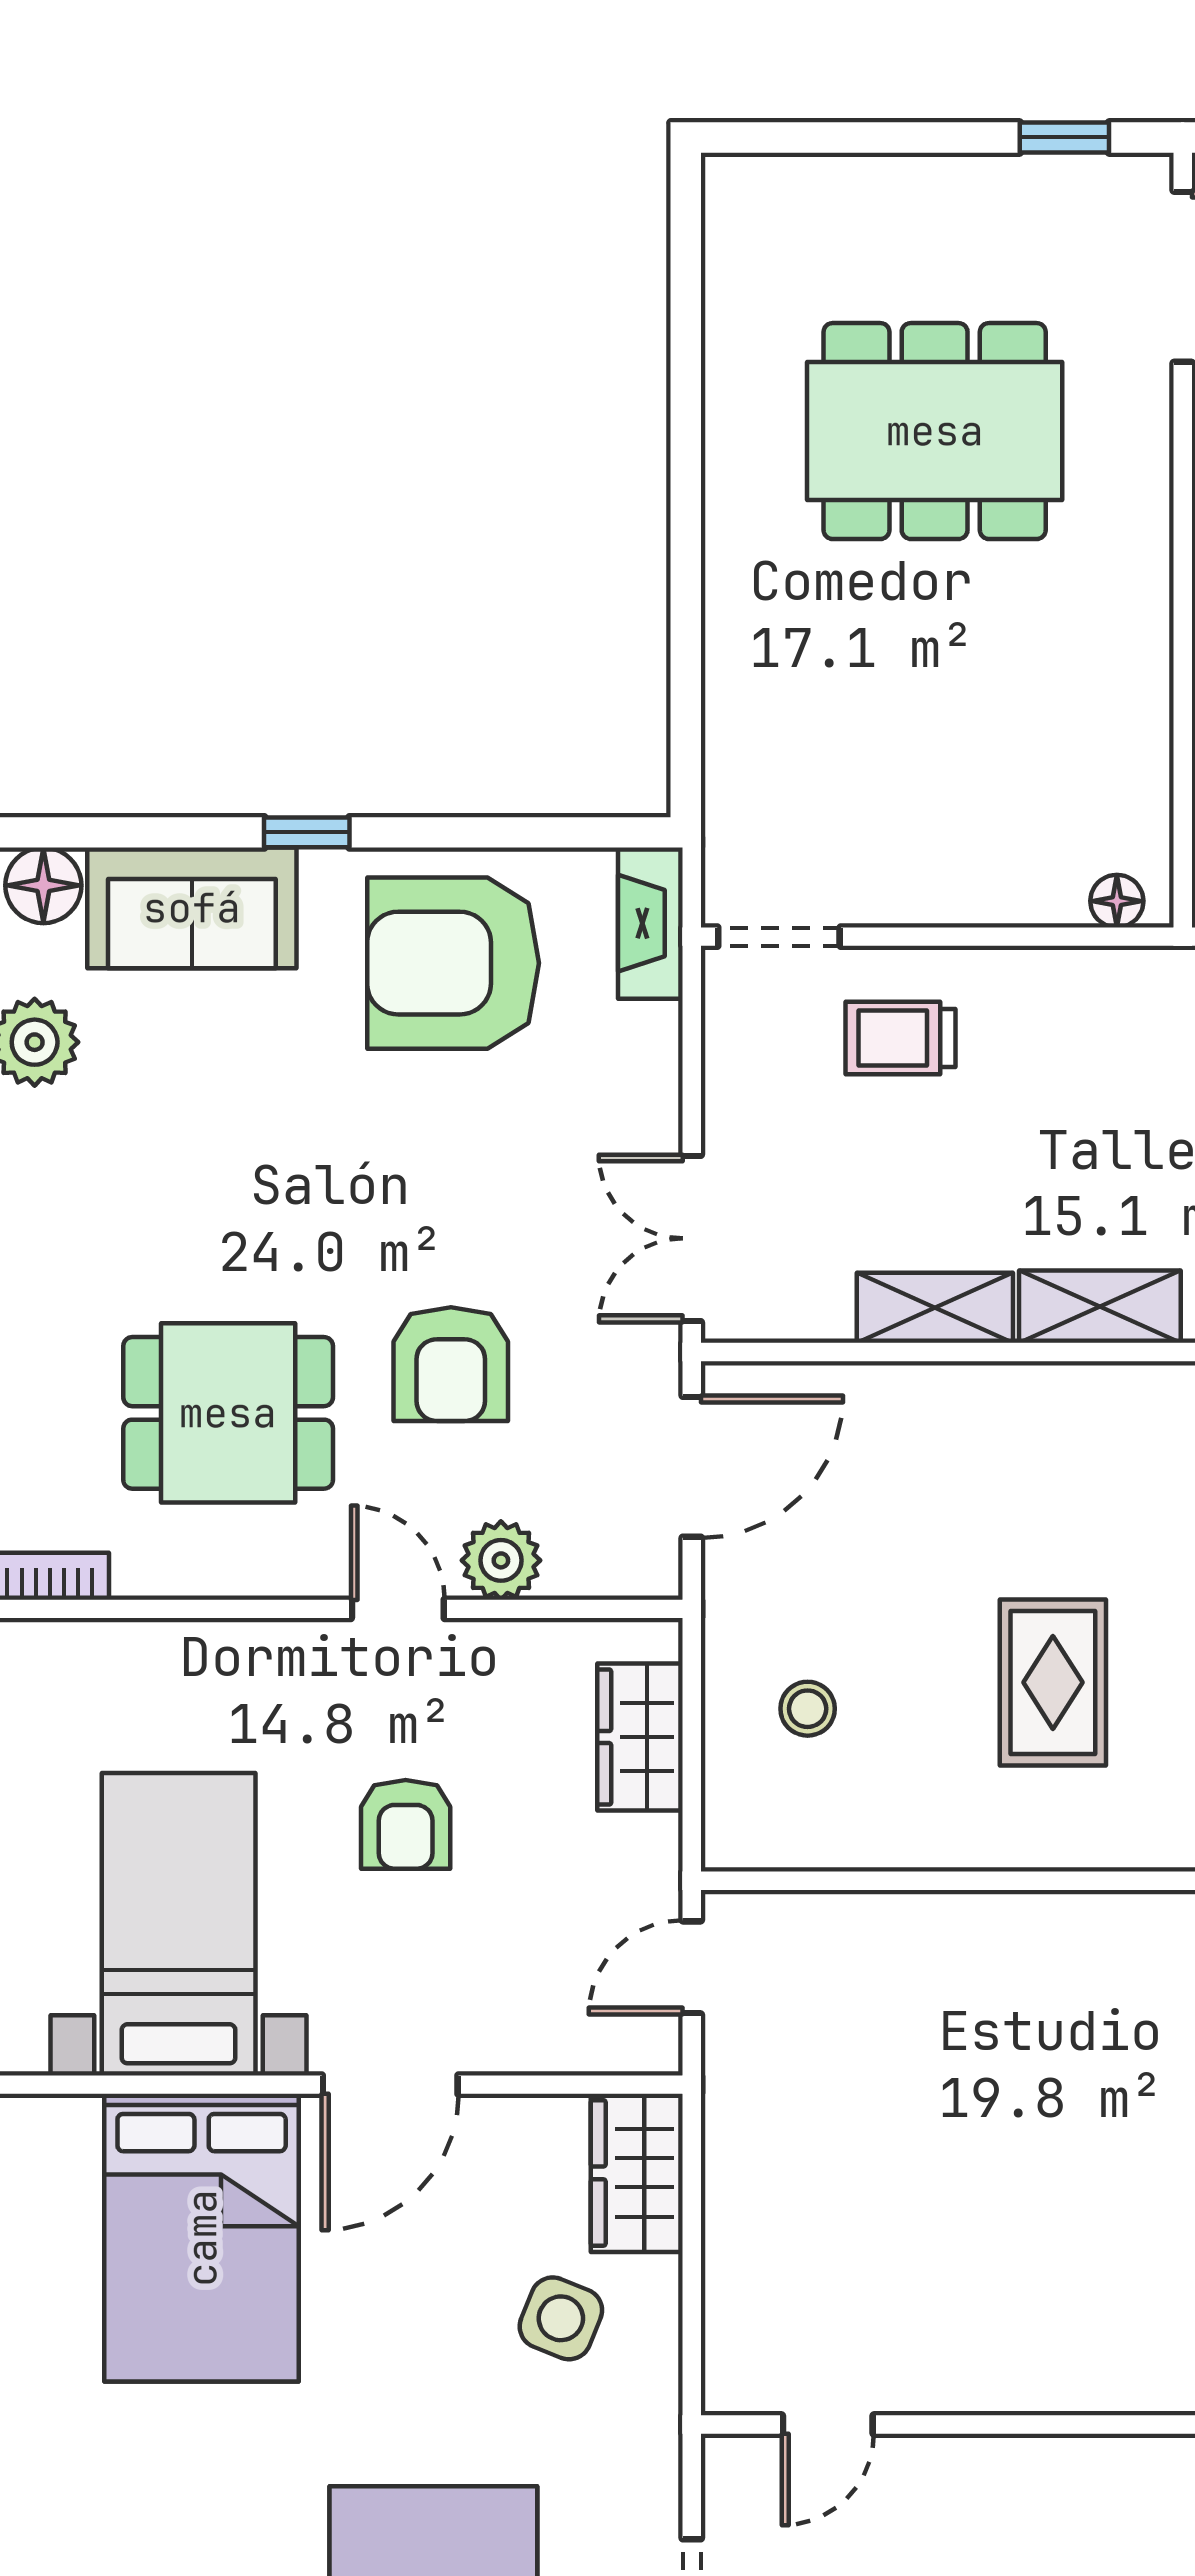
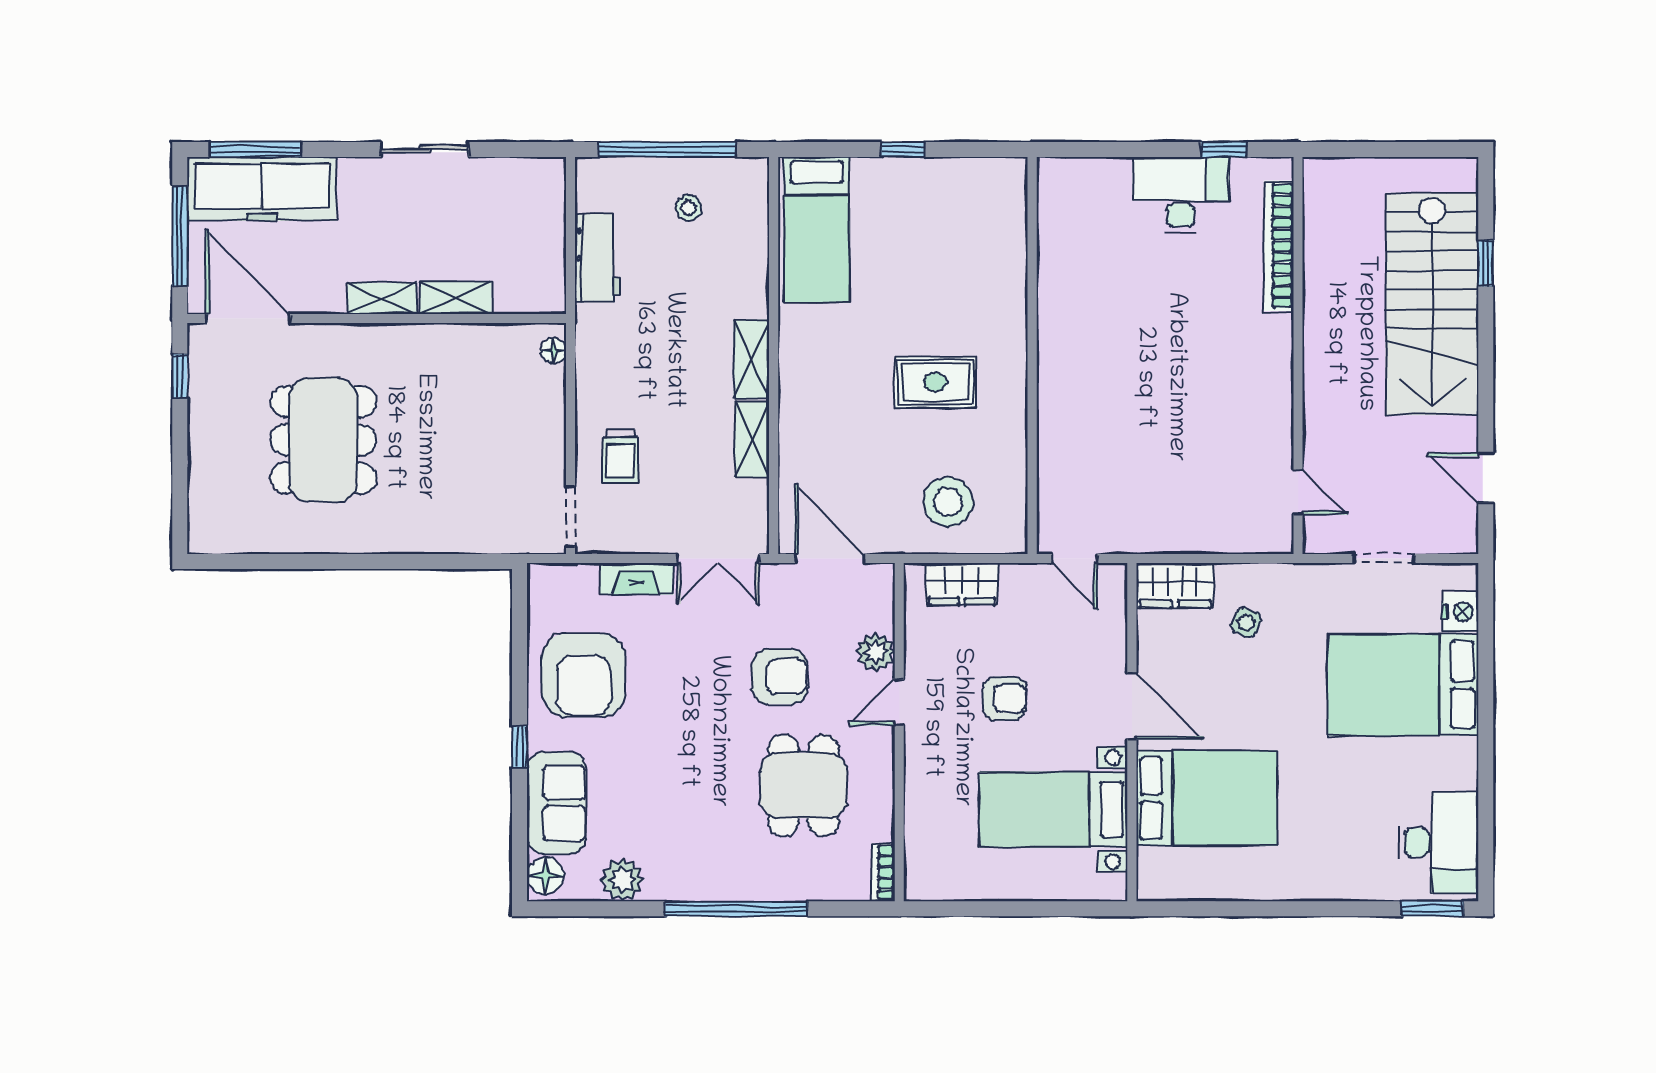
fireplace: (650, 923) -> (636, 579), moved
stool: (808, 1709) -> (948, 502), width x1.89, depth x1.89
side table: (561, 2318) -> (1246, 623), width x0.73, depth x0.73

